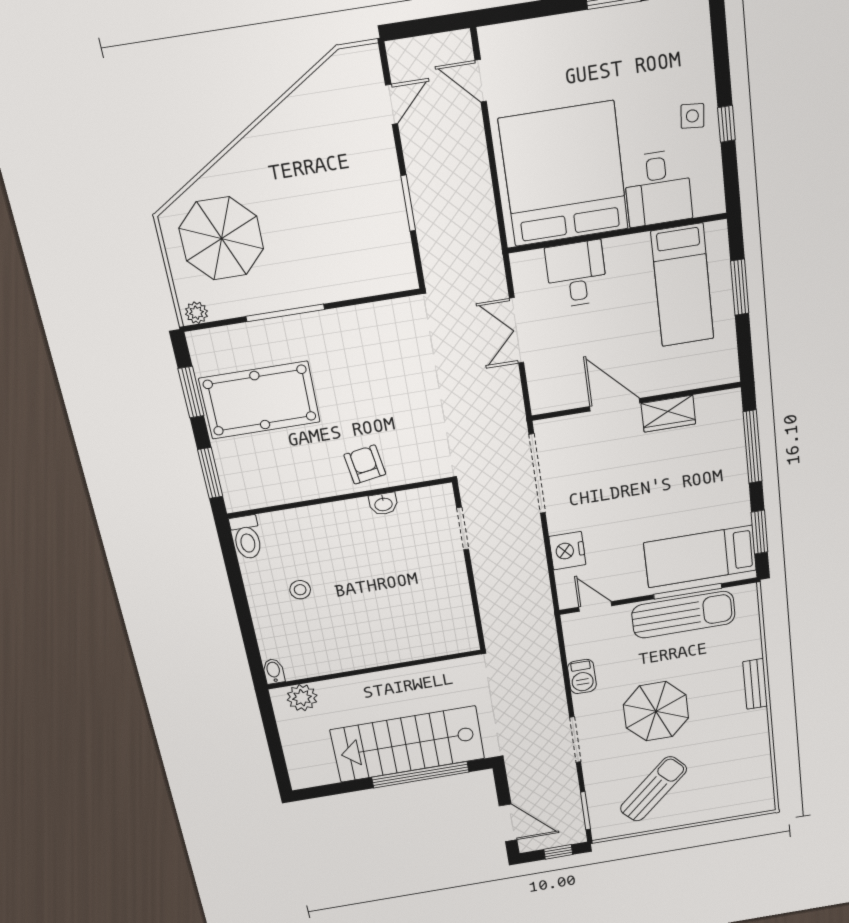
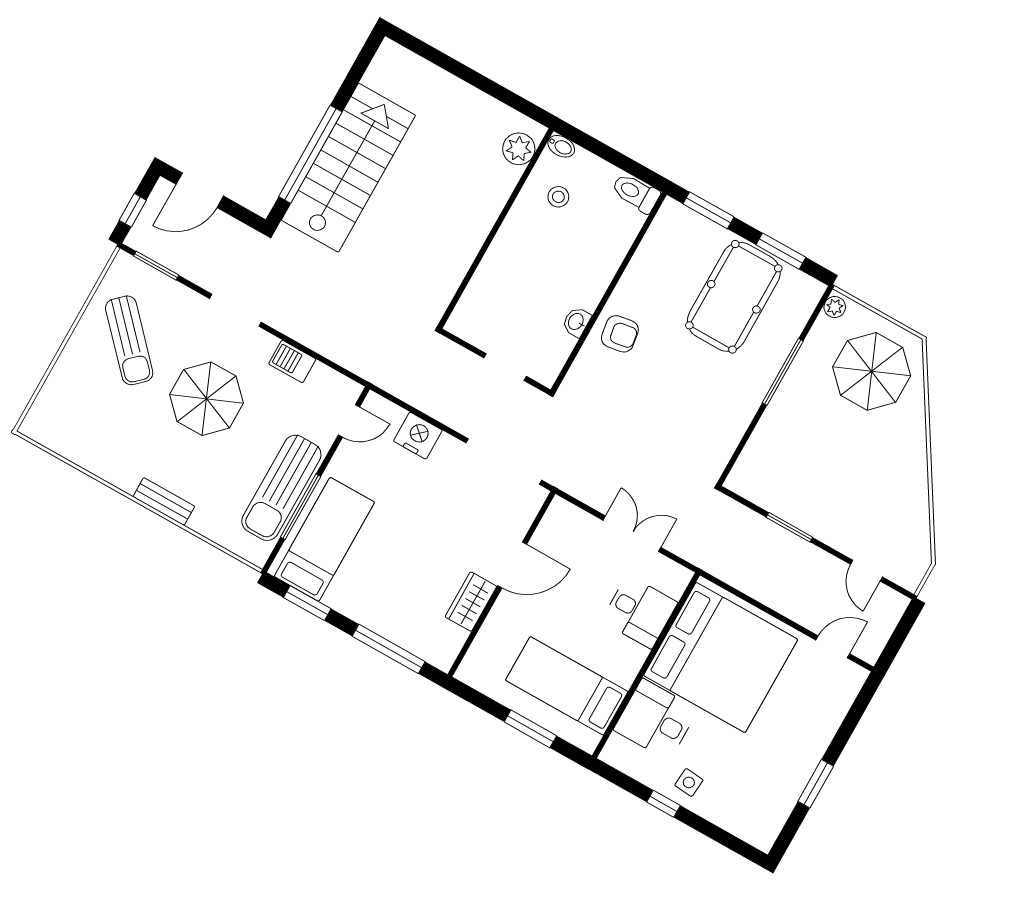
wall: (374, 669) -> (496, 228), moved
bidet: (274, 671) -> (561, 146), moved
plant: (302, 698) -> (519, 149), moved

